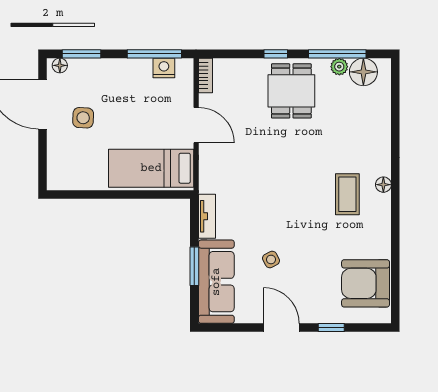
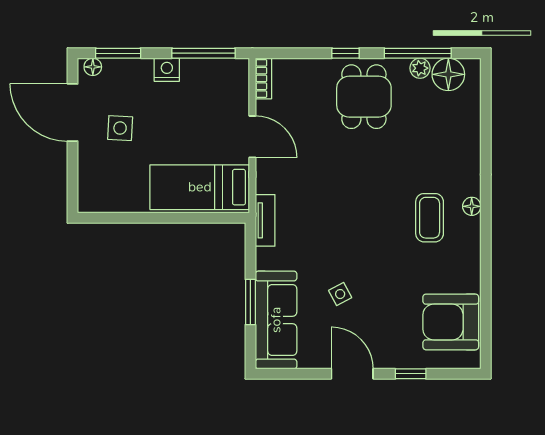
nightstand: (164, 68) -> (167, 70), moved
tv unit: (207, 216) -> (265, 220), moved

